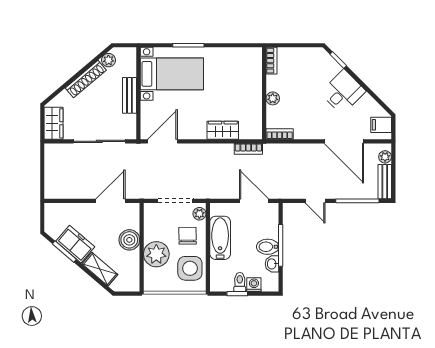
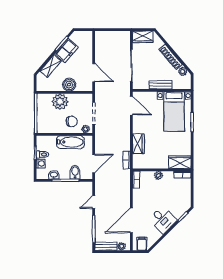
wardrobe: (252, 65) -> (180, 162), added
bidet: (268, 247) -> (75, 172), moved
side table: (190, 268) -> (51, 123), removed

